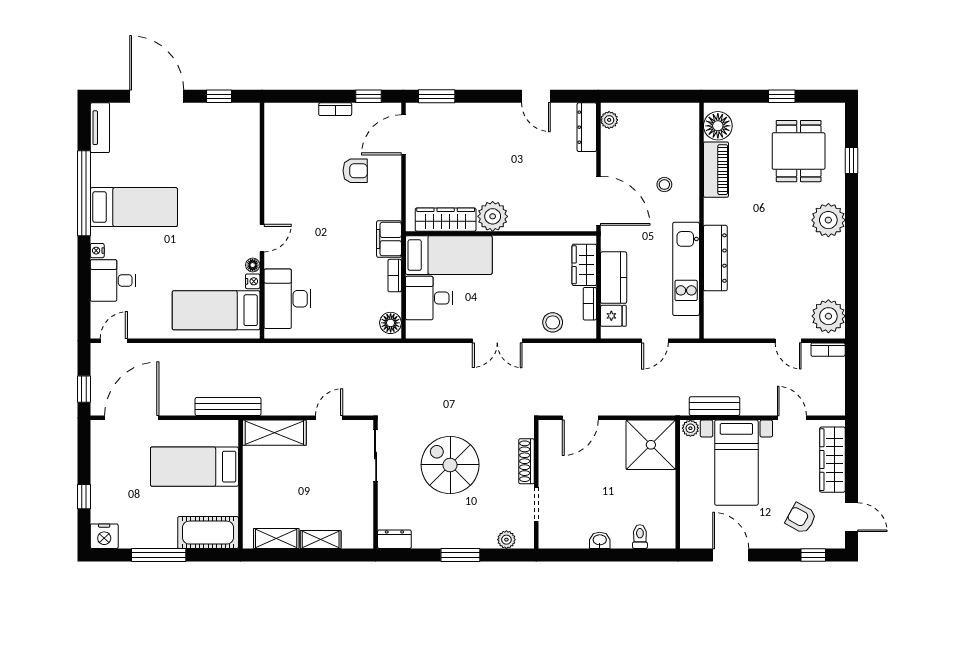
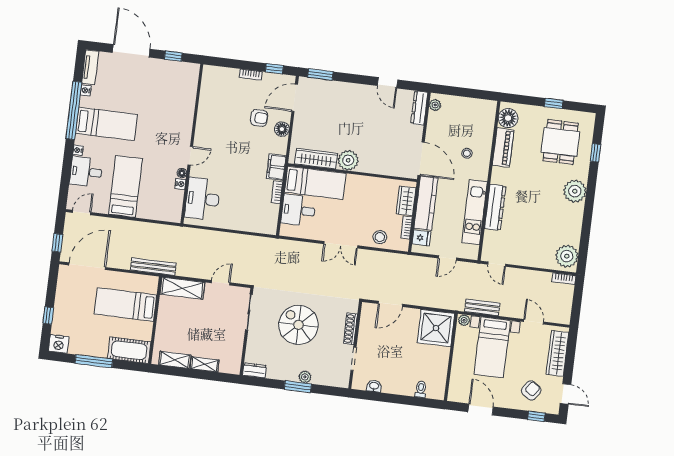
nightstand: (98, 162) -> (86, 90), added
kitchen counter: (614, 278) -> (426, 203), width x1.50
bed: (216, 310) -> (125, 186), moved, turned 90
floor lamp: (391, 323) -> (282, 129), moved
door: (788, 341) -> (497, 264), moved
armchair: (801, 518) -> (531, 390), turned 95
plant: (506, 540) -> (305, 377), moved
washbasin: (600, 540) -> (374, 386), moved

